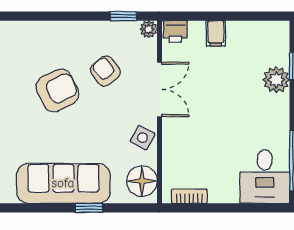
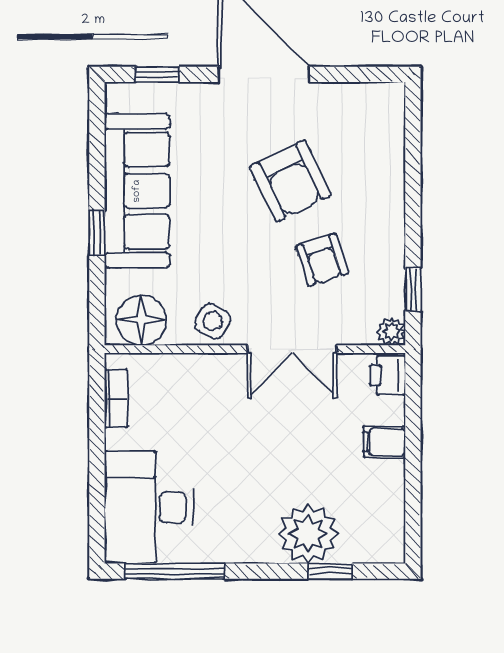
armchair: (105, 71) -> (322, 260), turned 109
plant: (276, 80) -> (308, 534), width x1.36, depth x1.36
desk: (265, 176) -> (149, 507), width x1.37

